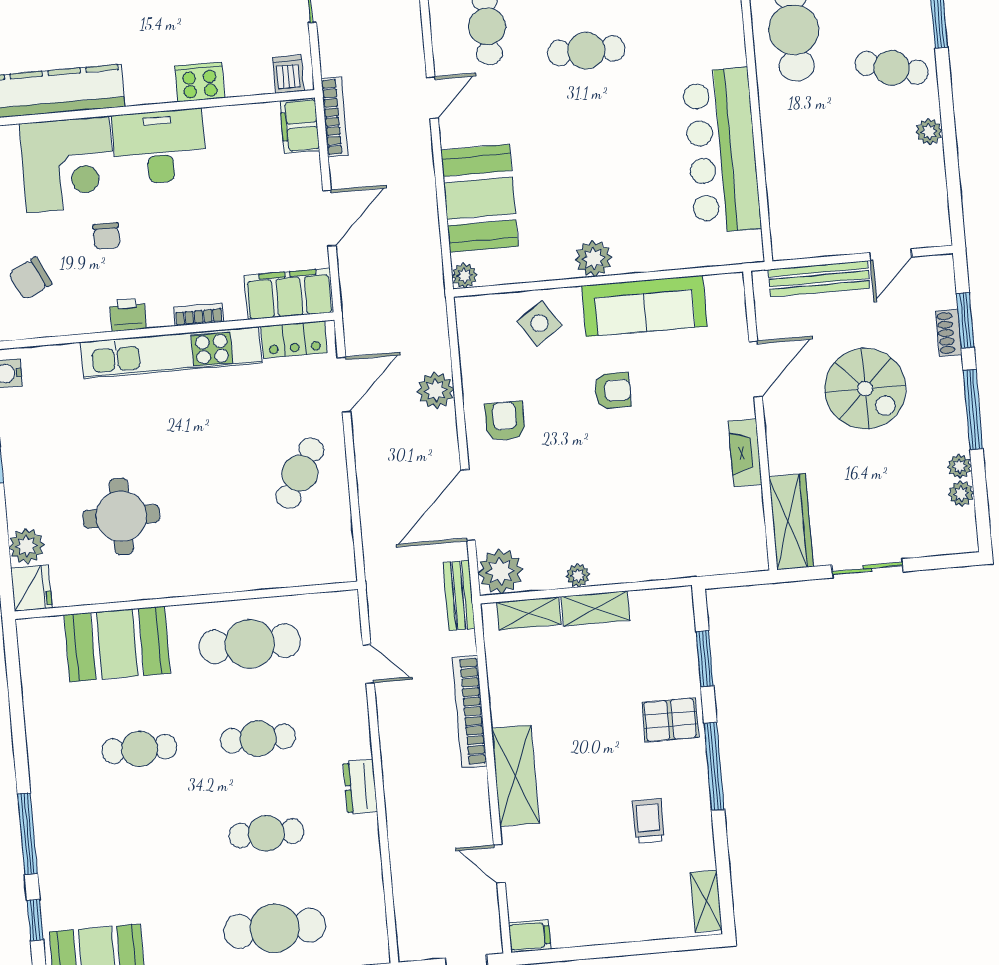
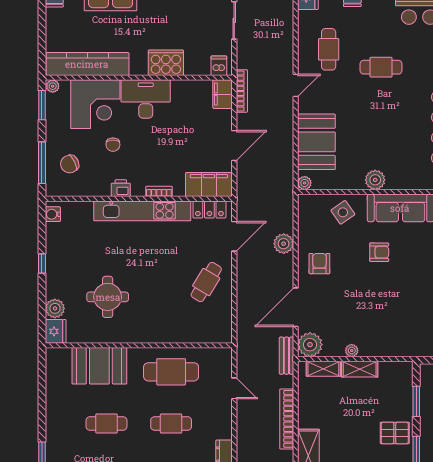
cooker: (200, 82) -> (166, 63), width x1.37, depth x1.31

